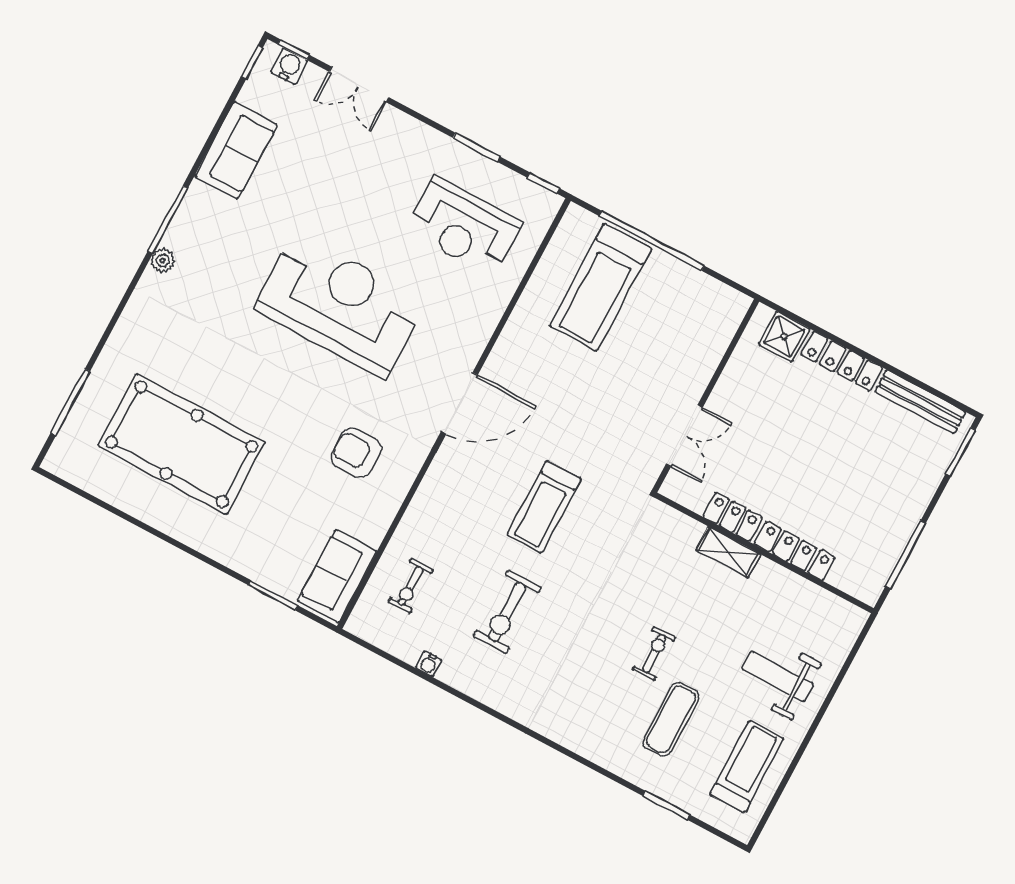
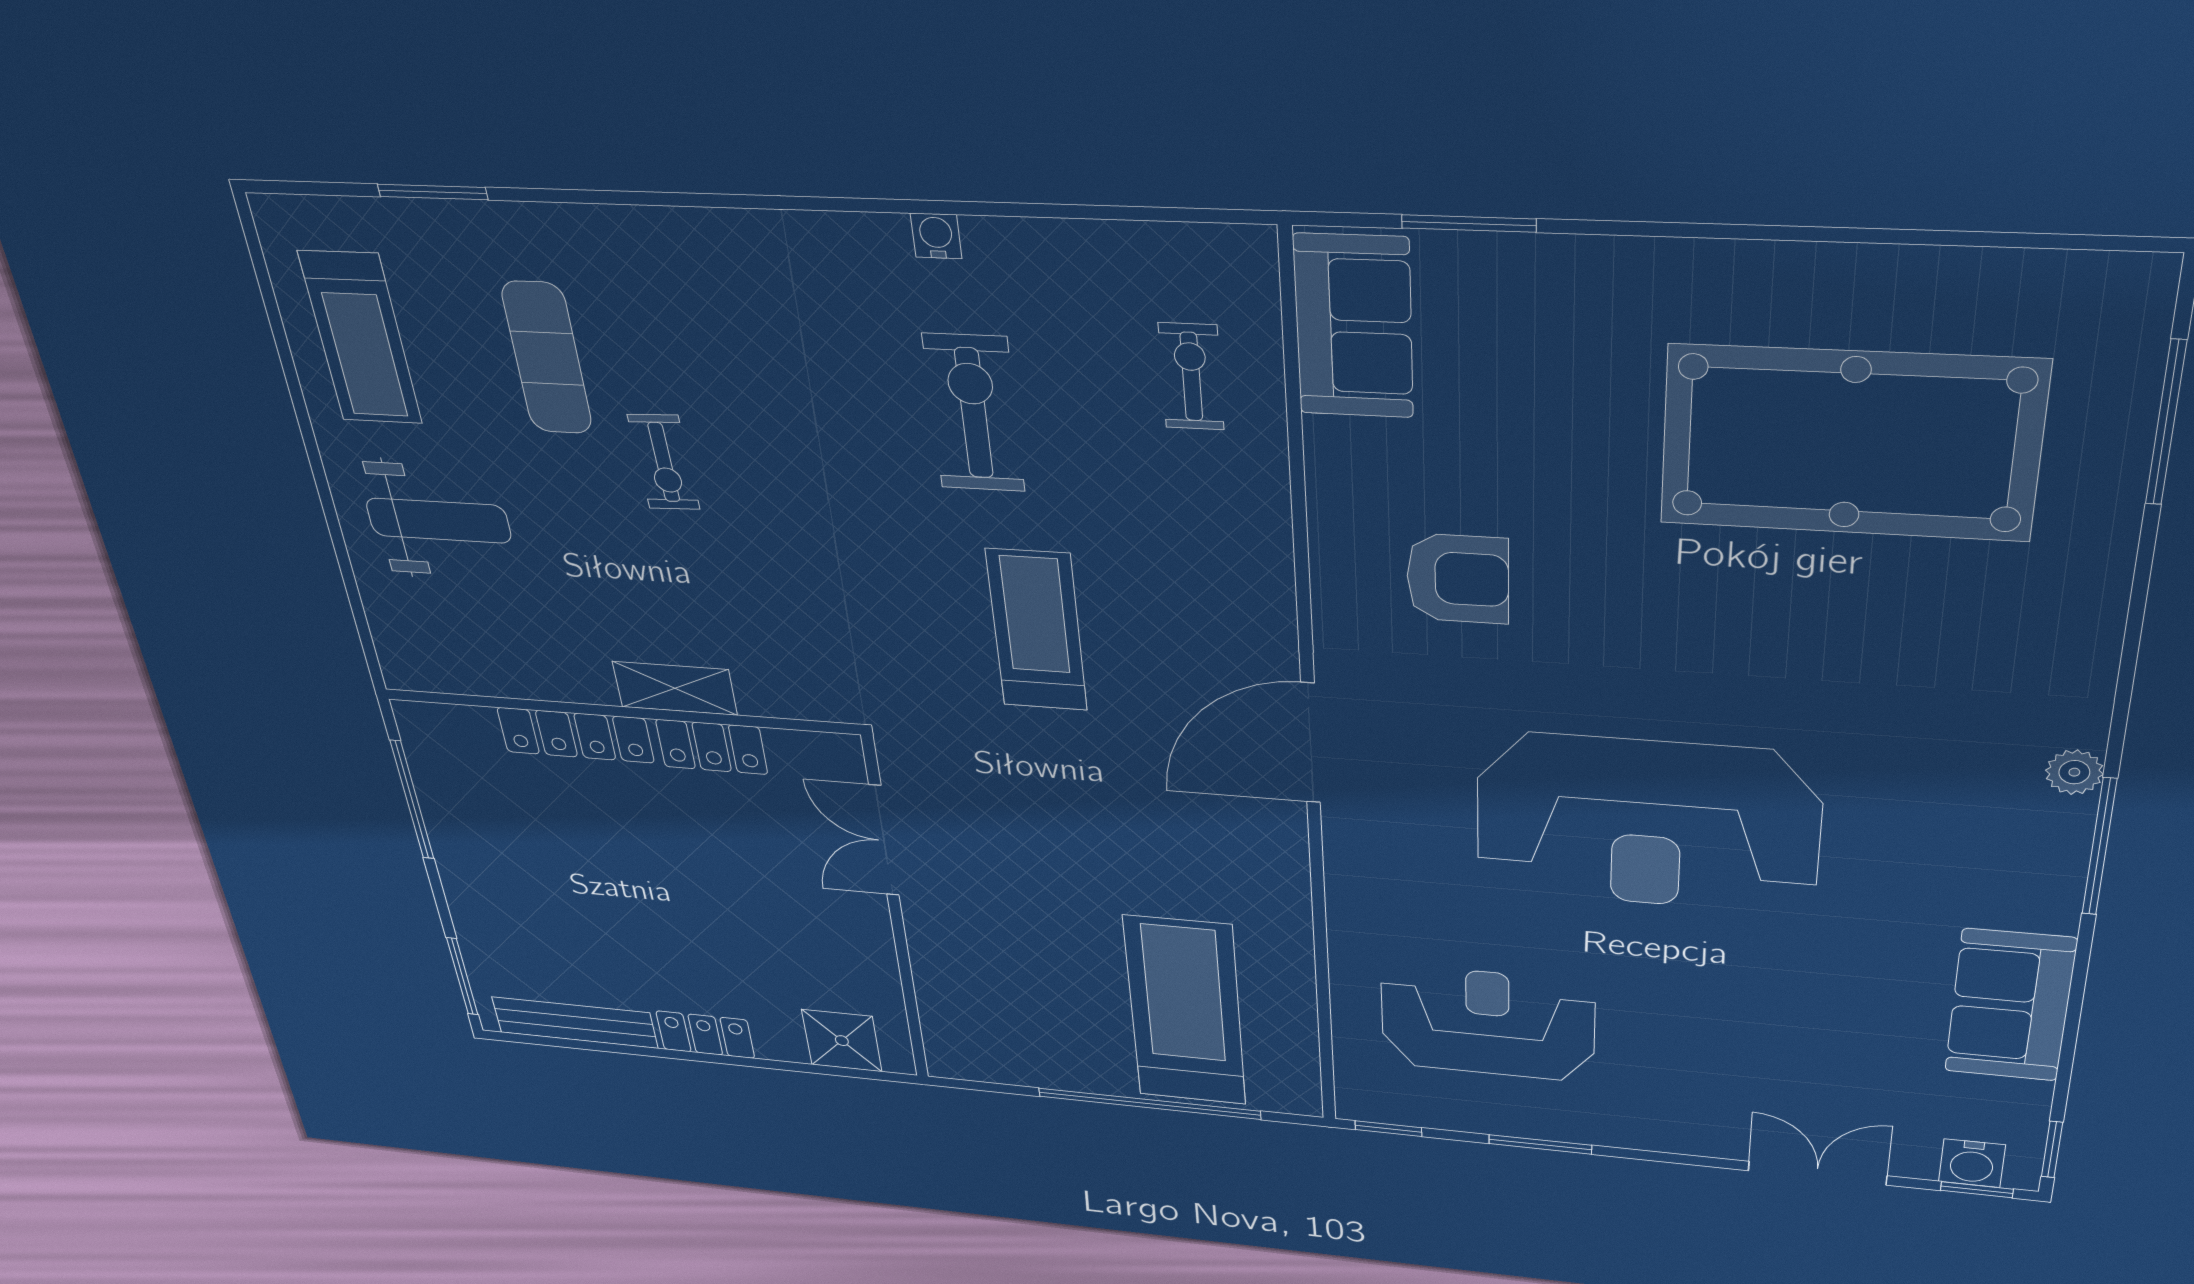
locker: (842, 361) -> (705, 1035), width x0.66
water cooler: (429, 664) -> (936, 236), moved

